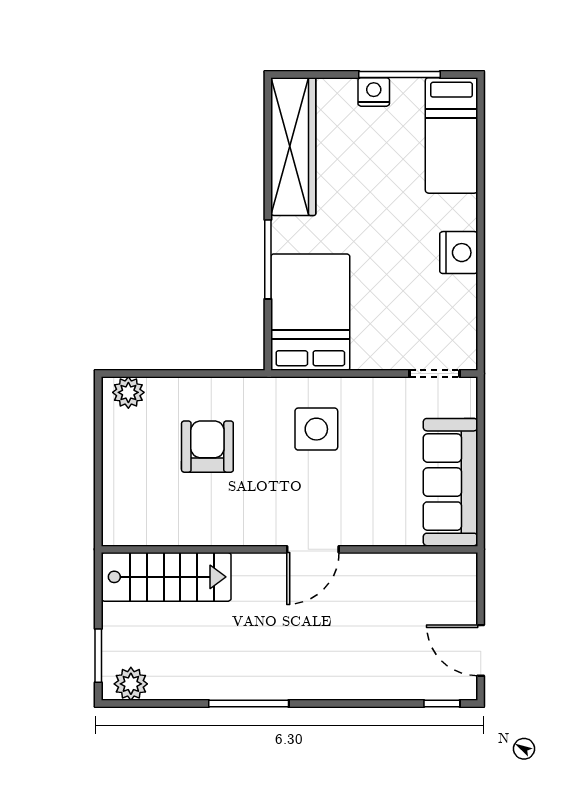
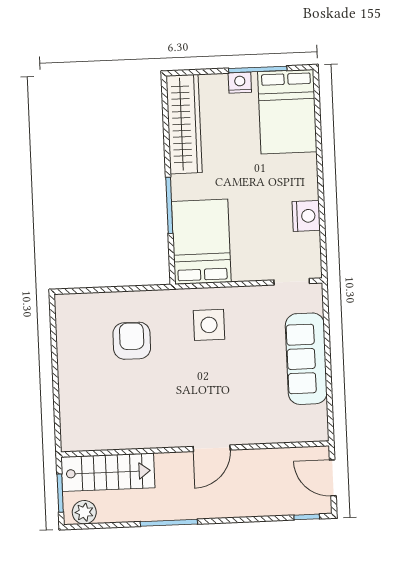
bed: (452, 135) -> (287, 112), width x1.50
nightstand: (459, 253) -> (306, 216), moved
plant: (128, 392) -> (74, 304), removed
wall: (289, 549) -> (195, 449), moved
door: (313, 549) -> (212, 448), moved
stairs: (166, 577) -> (108, 472), moved

